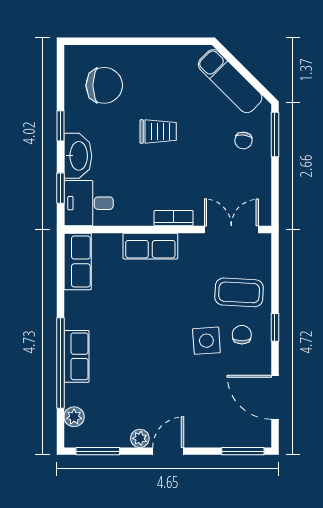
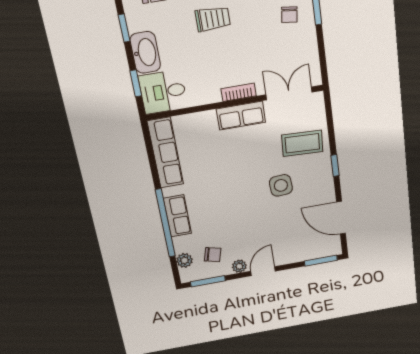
row of seats: (150, 246) -> (241, 116), moved
row of seats: (78, 261) -> (166, 153), width x1.48
chair: (242, 335) -> (213, 255), moved, turned 105

